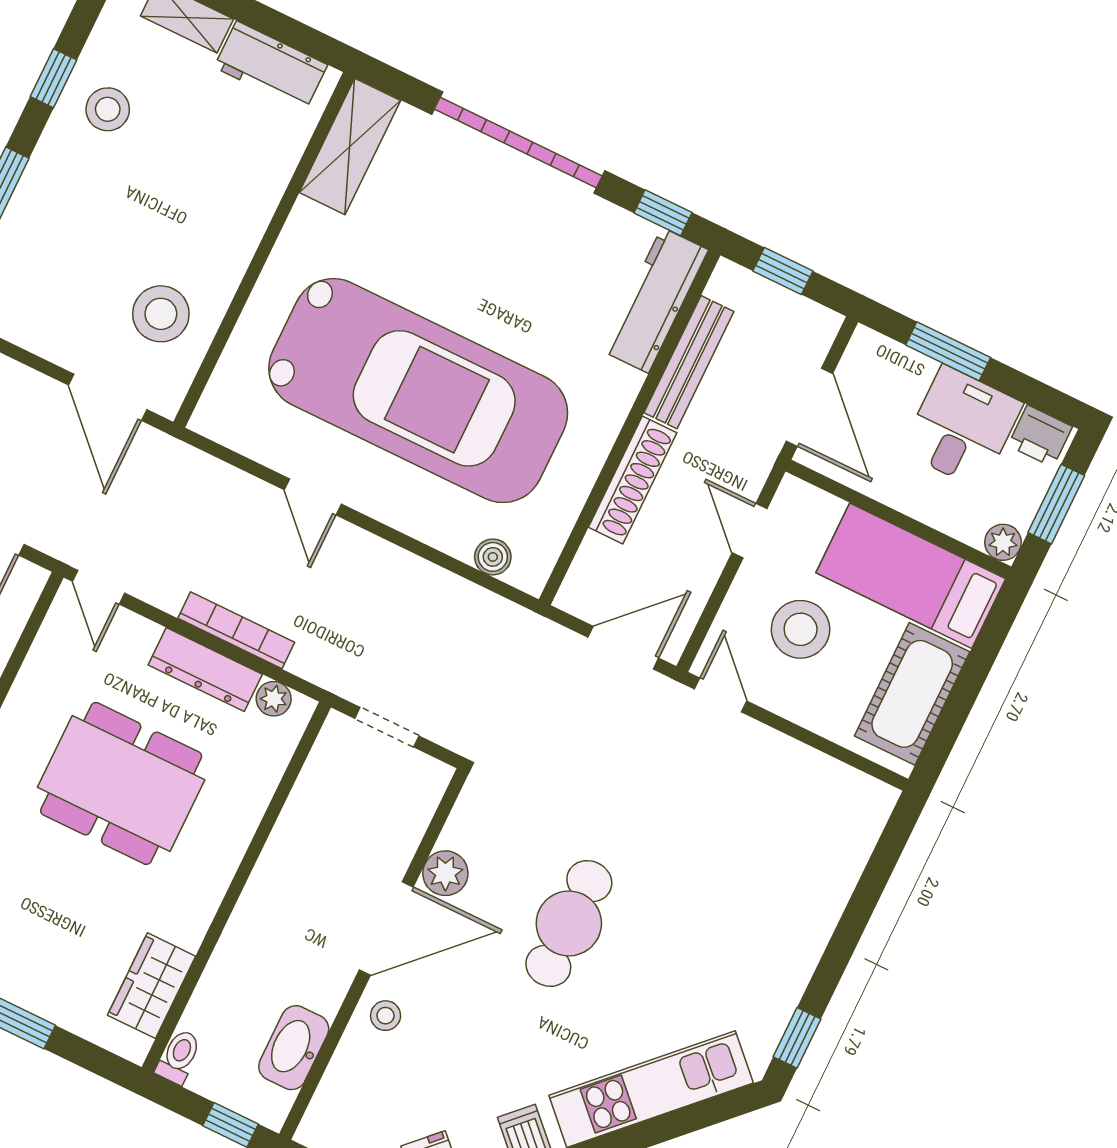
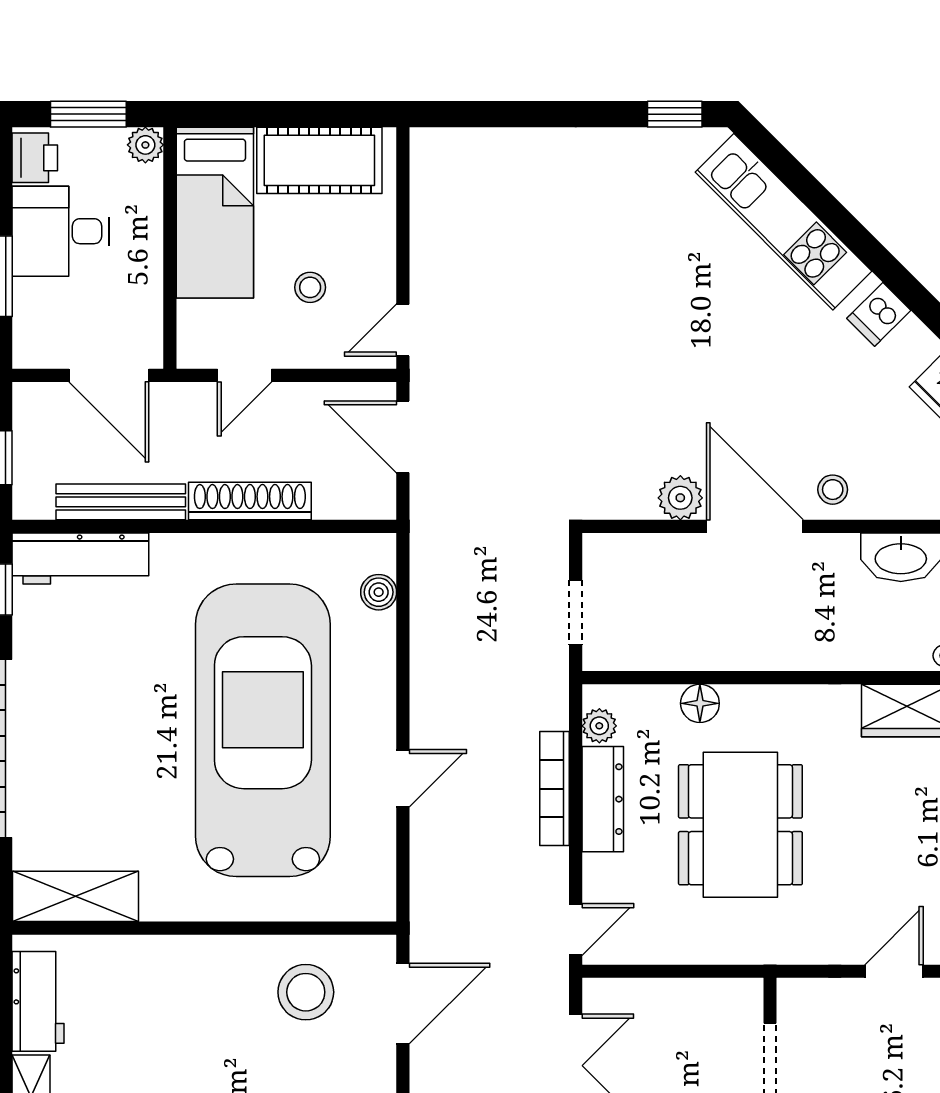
door: (809, 407) -> (109, 375), swing flipped
stool: (801, 629) -> (310, 287), width x0.53, depth x0.53
floor lamp: (250, 800) -> (700, 703), added
cafe table: (569, 923) -> (672, 366), removed

